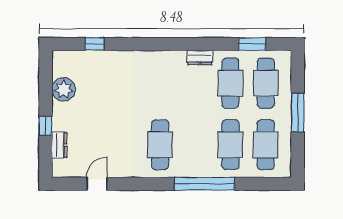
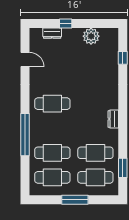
dresser: (200, 58) -> (113, 119), moved

